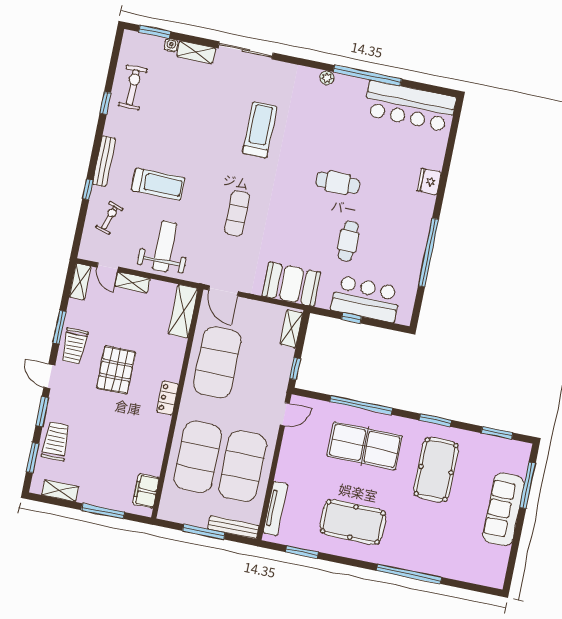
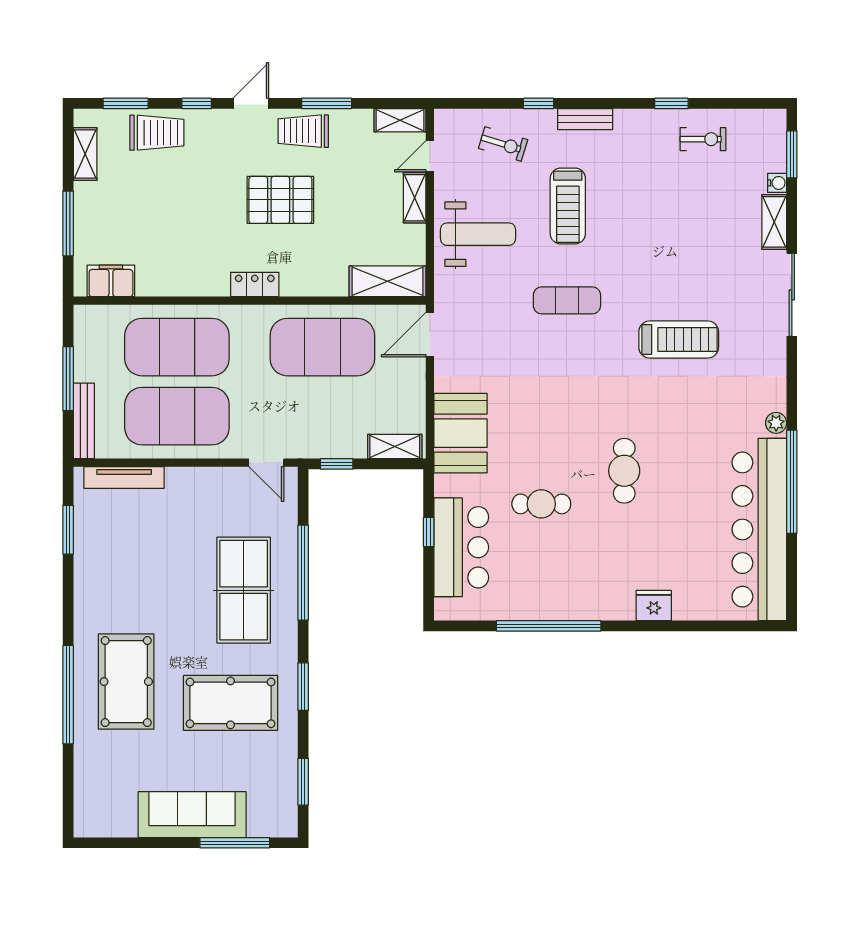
exercise bike: (133, 87) -> (703, 139), width x0.73, depth x0.72
bar counter: (410, 106) -> (759, 530), width x1.36
bench: (104, 161) -> (585, 119), width x0.73
exercise mat: (237, 213) -> (567, 300), moved
window: (42, 412) -> (197, 103), width x0.67
pool table: (353, 522) -> (126, 682), moved

